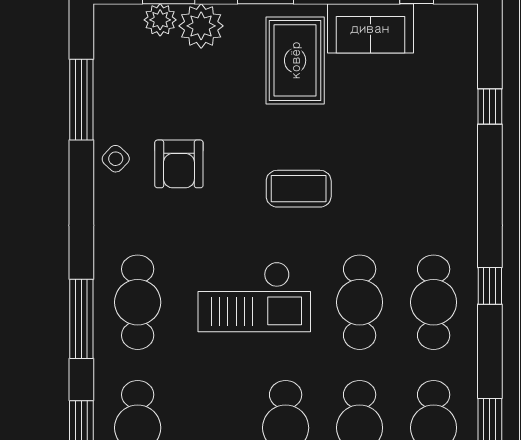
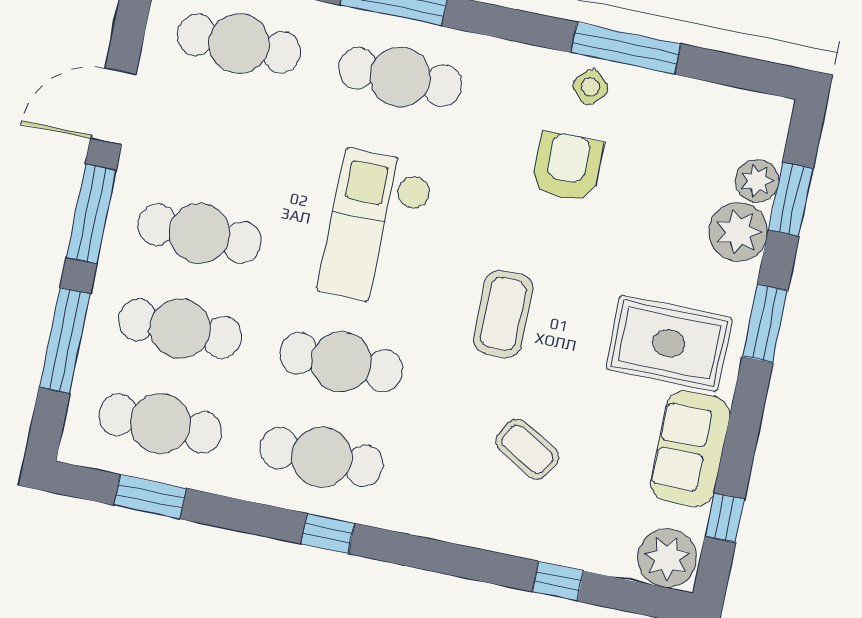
plant: (456, 29) -> (667, 558), added
window: (81, 100) -> (626, 48), moved
coffee table: (396, 150) -> (527, 449), added
armchair: (179, 164) -> (567, 167), turned 90

